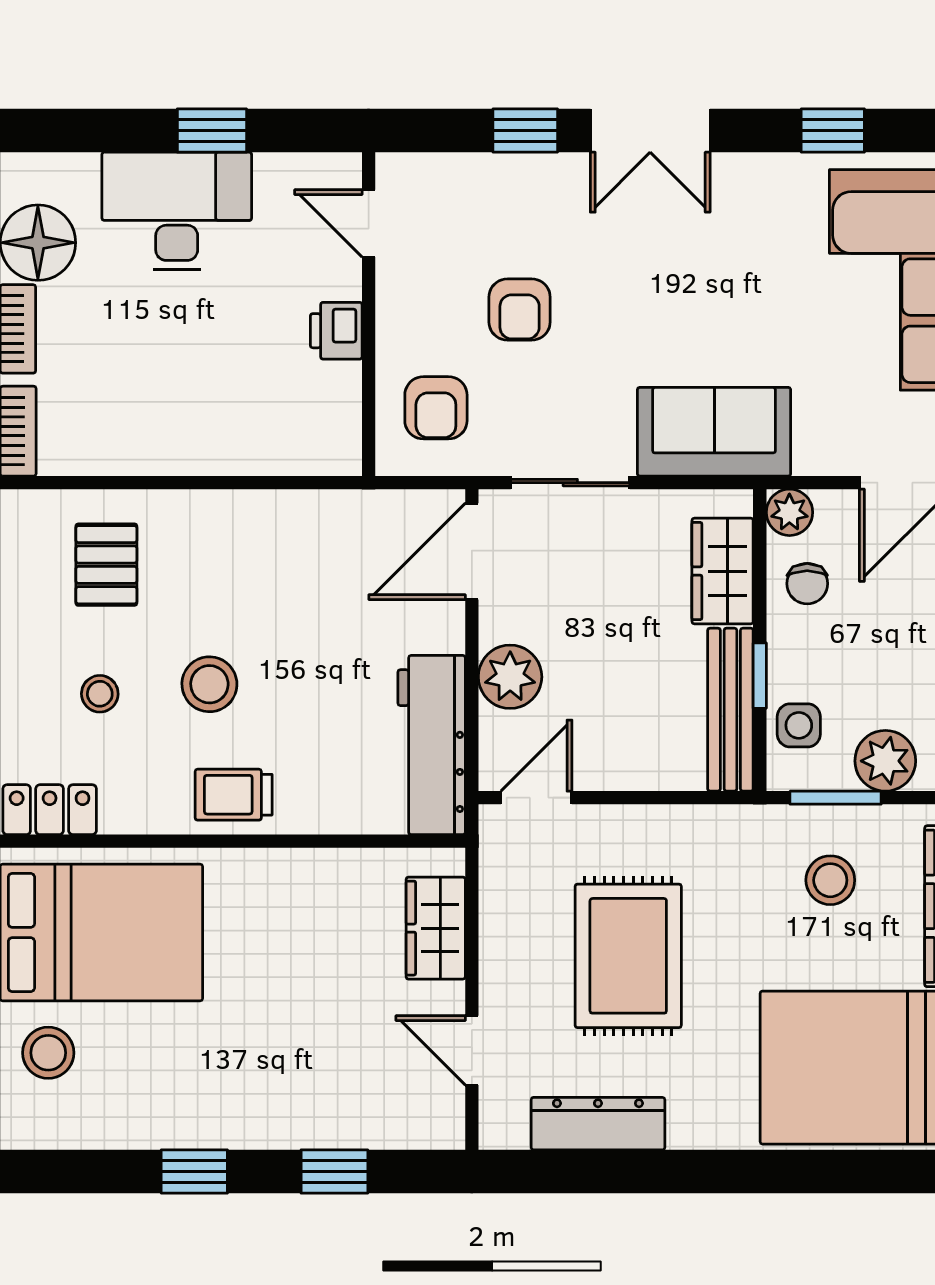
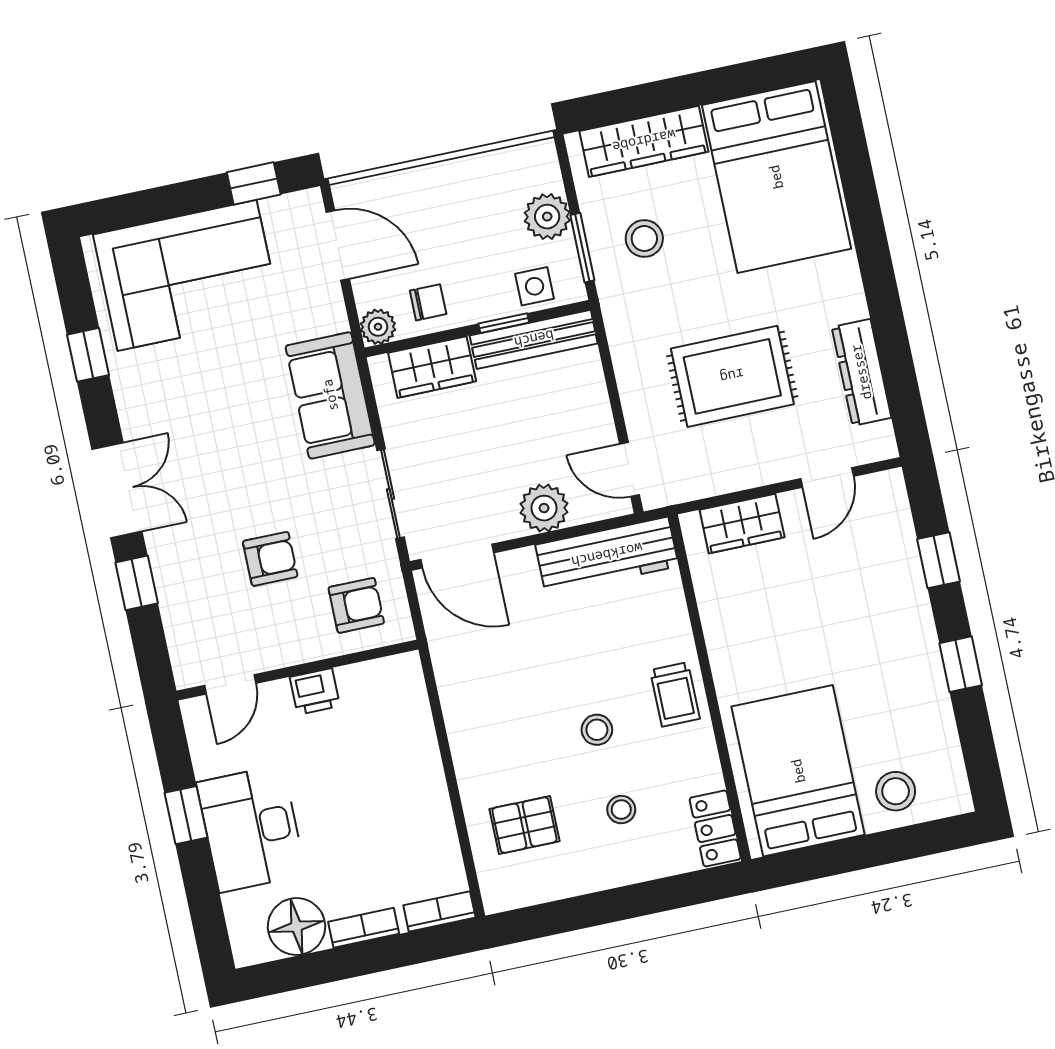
stool: (209, 684) -> (597, 730), width x0.73, depth x0.73

